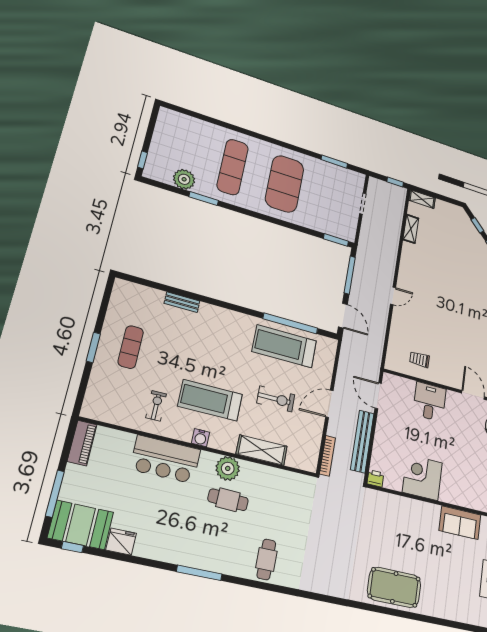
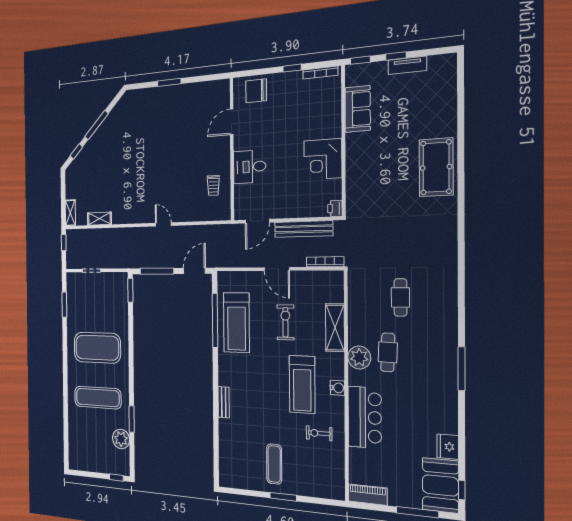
bench: (182, 302) -> (224, 402), moved
exercise mat: (131, 347) -> (274, 464), turned 90
cafe table: (266, 559) -> (400, 297), moved, turned 90

